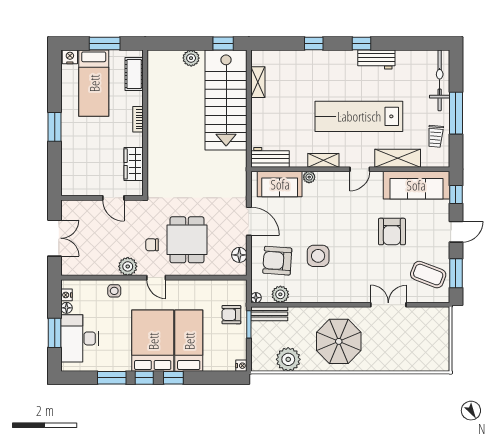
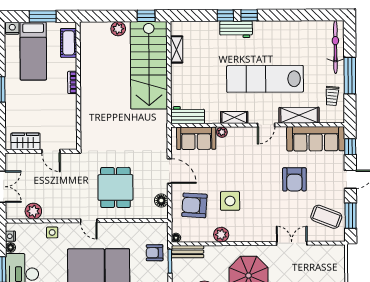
window: (361, 43) -> (249, 15), moved
workbench: (376, 59) -> (236, 29), moved
wardrobe: (134, 164) -> (25, 141), moved, turned 90
chair: (152, 245) -> (85, 192), removed
plant: (128, 266) -> (33, 211), moved
plant: (280, 294) -> (221, 235), moved

